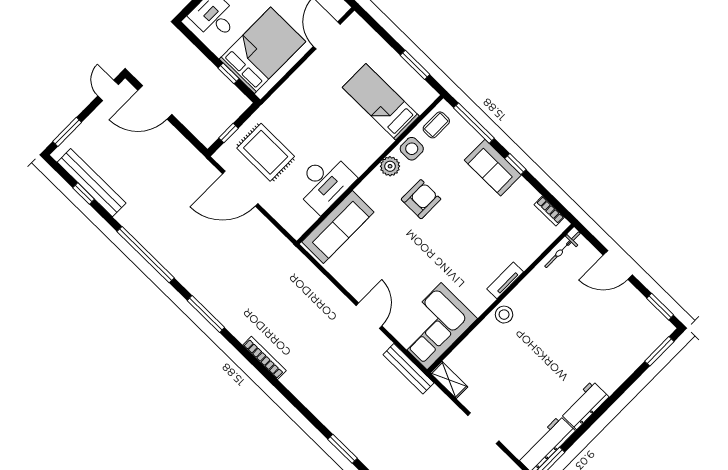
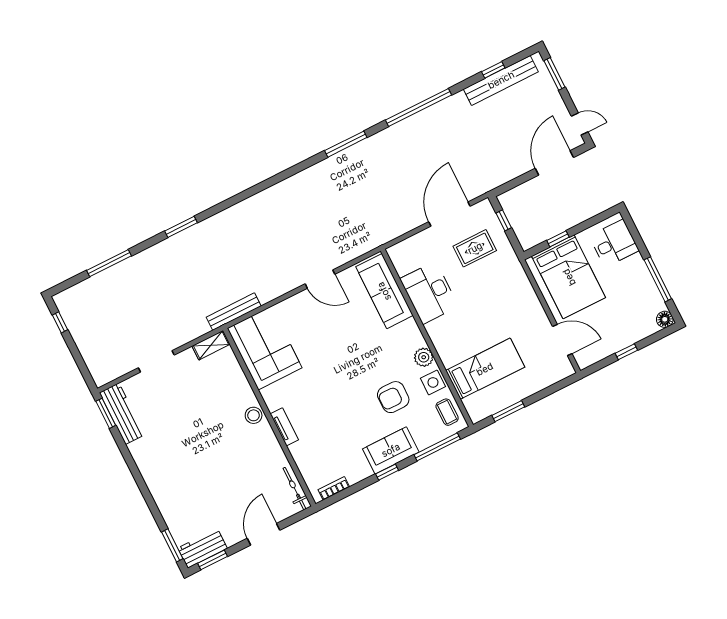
rug: (266, 152) -> (475, 248), width x0.73, depth x0.70
armchair: (421, 199) -> (393, 397), moved, turned 90
door: (369, 316) -> (320, 279), moved
bookcase: (264, 358) -> (288, 184), removed
workbench: (584, 405) -> (202, 548), moved, turned -90

